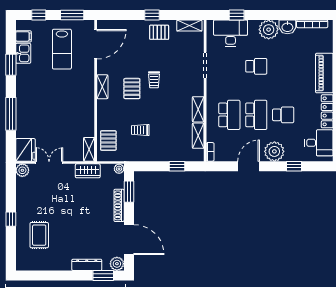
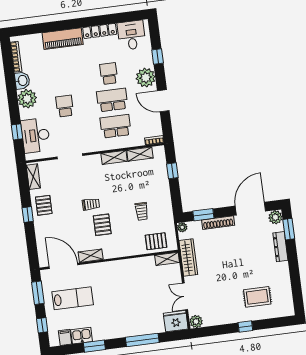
shelving: (102, 87) -> (91, 256), moved
pallet: (132, 89) -> (102, 225), turned 90
wardrobe: (88, 171) -> (188, 258), width x1.50

